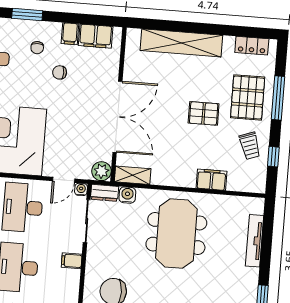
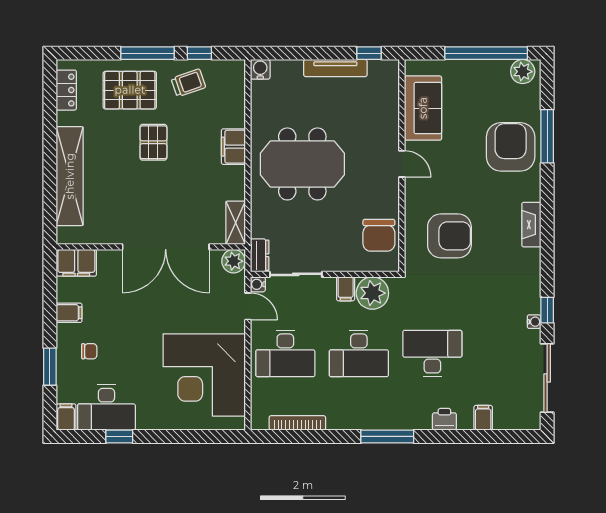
filing cabinet: (96, 36) -> (76, 263), moved, turned 90
chair: (60, 72) -> (117, 322), removed
window: (278, 98) -> (148, 53), moved
double door: (117, 117) -> (166, 247), swing flipped
filing cabinet: (211, 180) -> (233, 147), moved
water cooler: (127, 195) -> (260, 69), moved, turned 90
tv unit: (255, 241) -> (335, 68), moved
plant: (67, 282) -> (372, 293), added

